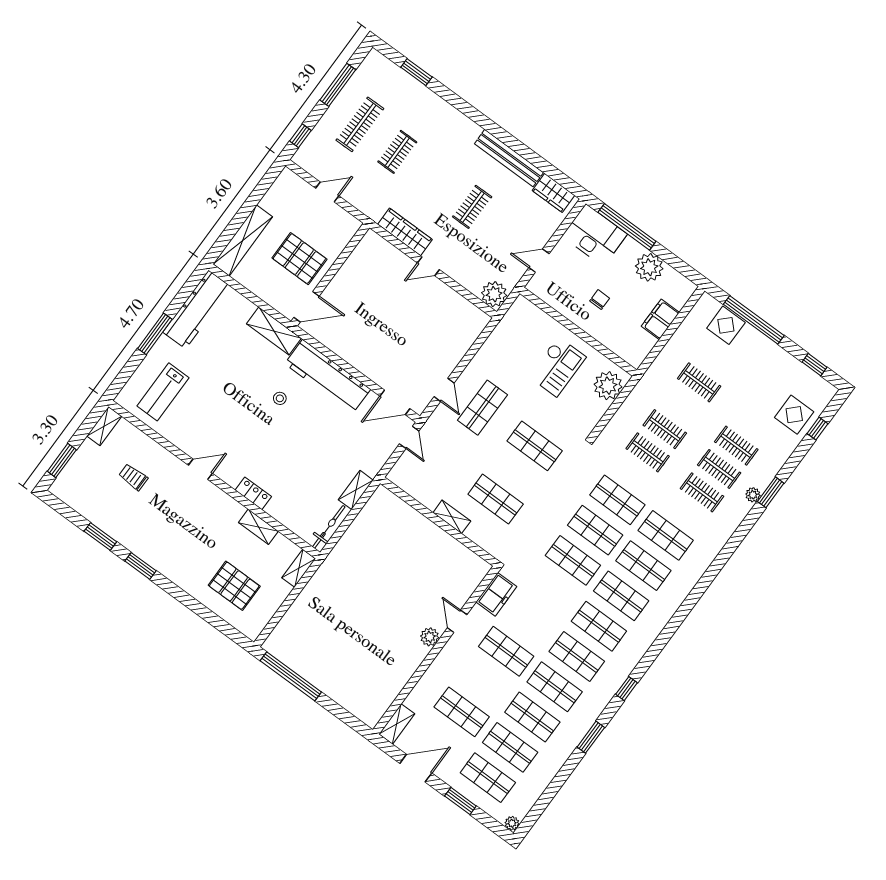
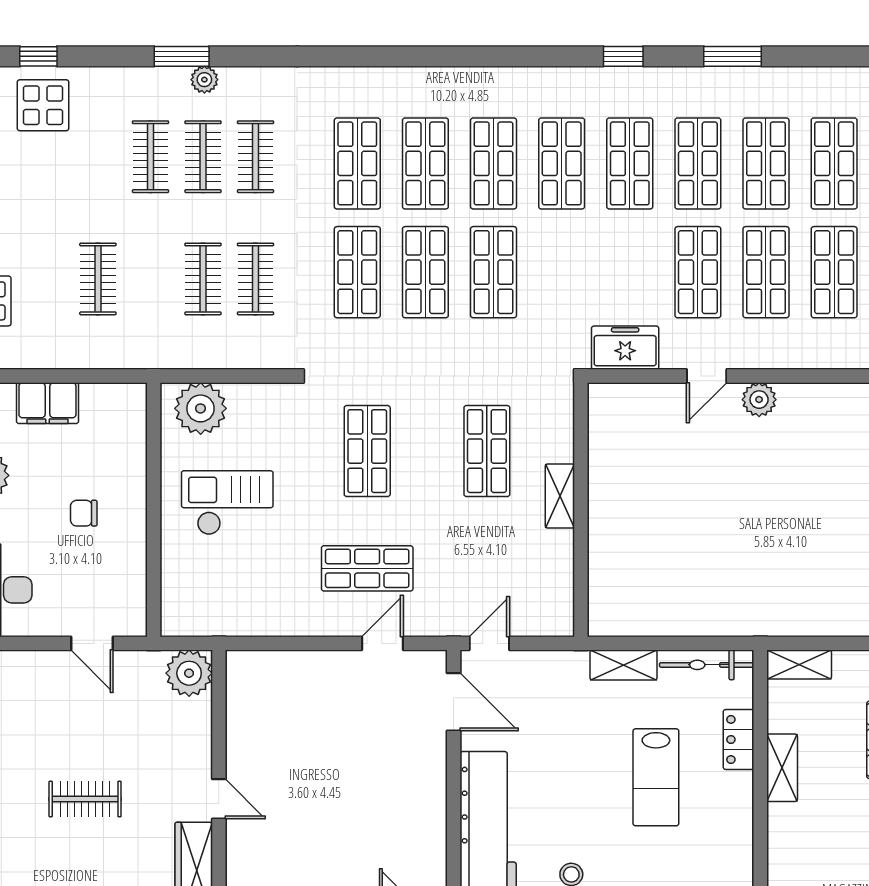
lab bench: (295, 468) -> (656, 777), added
locker: (253, 493) -> (739, 740), moved
shop shelf: (484, 682) -> (766, 272), added

